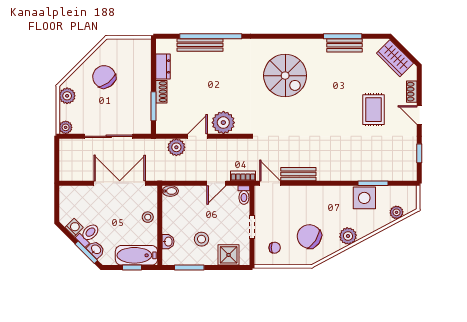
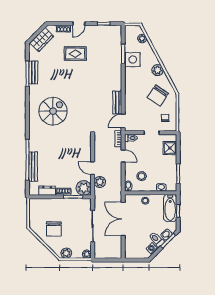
chair: (104, 77) -> (54, 229), turned -53
plant: (223, 123) -> (84, 188), moved
stool: (202, 239) -> (142, 176), moved

